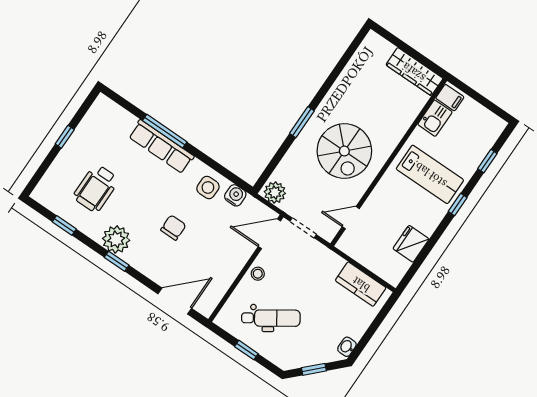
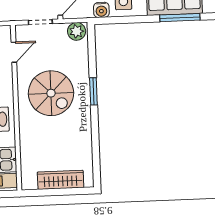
wardrobe: (414, 72) -> (61, 180), moved
spiral stairs: (344, 151) -> (51, 93), turned 180

